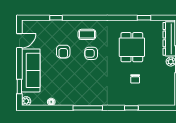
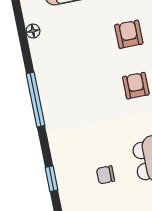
armchair: (63, 52) -> (129, 34), turned 90

